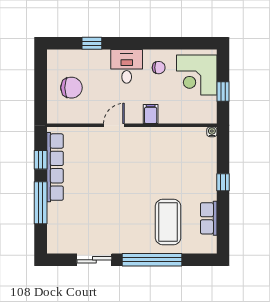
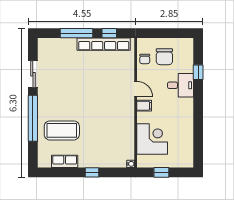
desk: (127, 66) -> (181, 85), moved
chair: (159, 68) -> (145, 59), moved
corner desk: (197, 75) -> (152, 139), moved, turned 90
filing cabinet: (151, 114) -> (144, 106), moved

